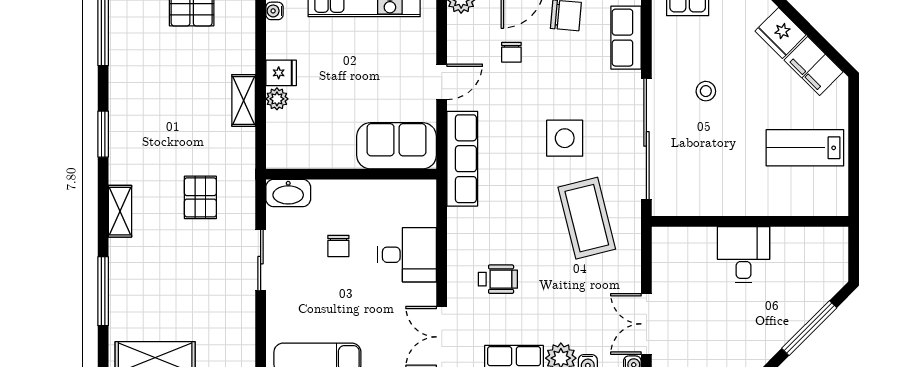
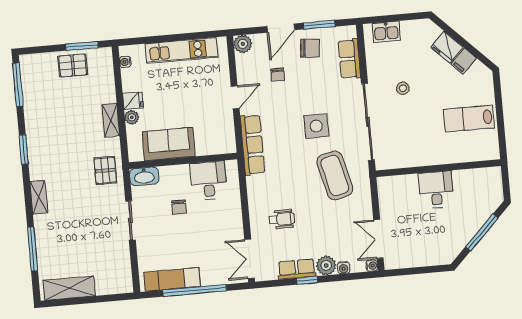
filing cabinet: (814, 66) -> (464, 61), width x0.50
sofa: (397, 146) -> (169, 144), moved
pallet: (200, 197) -> (105, 170), moved
desk: (407, 255) -> (208, 181), moved, turned -90

